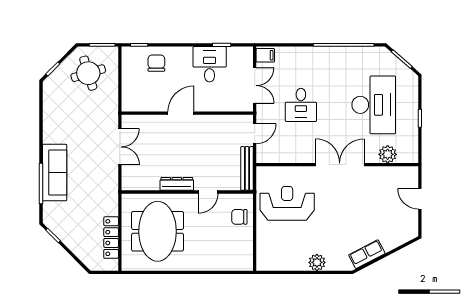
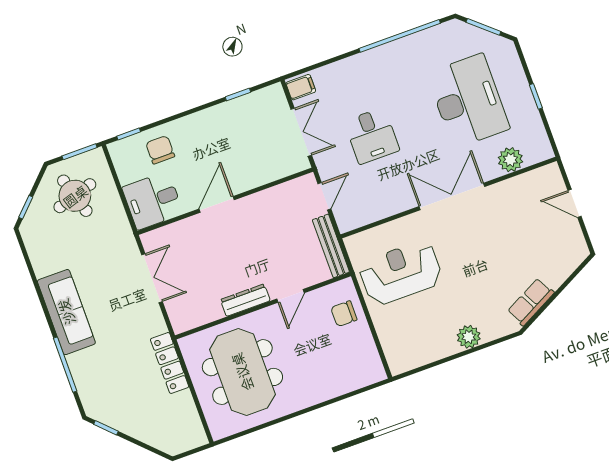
desk: (210, 64) -> (153, 201), moved, turned -90
sofa: (55, 173) -> (66, 312), moved
locker: (111, 238) -> (170, 363), moved

